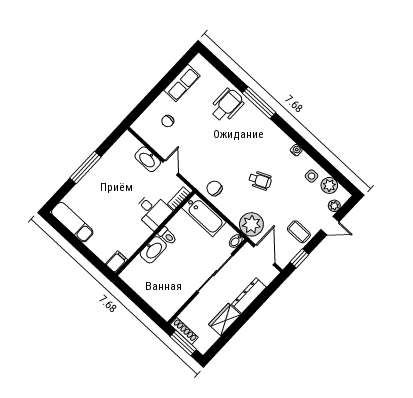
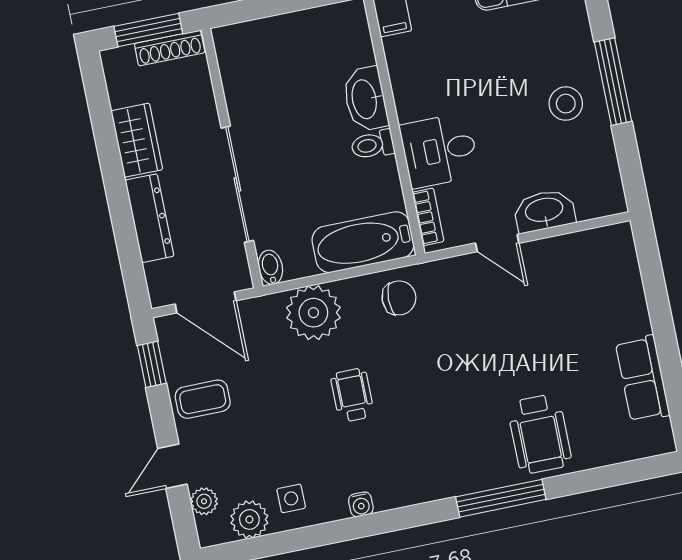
chair: (168, 121) -> (590, 300), removed
stool: (105, 179) -> (566, 104), added
wheelchair: (260, 180) -> (352, 395), turned 114
plant: (251, 224) -> (313, 313), moved

